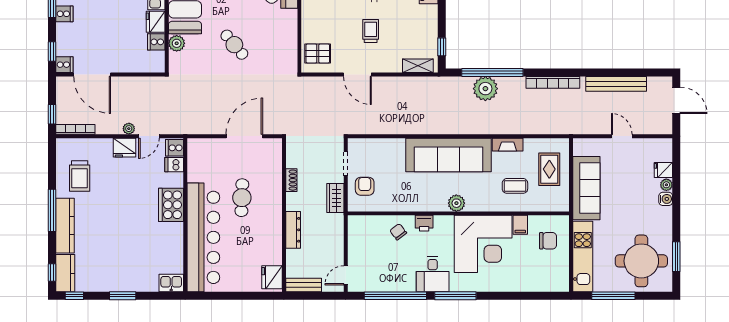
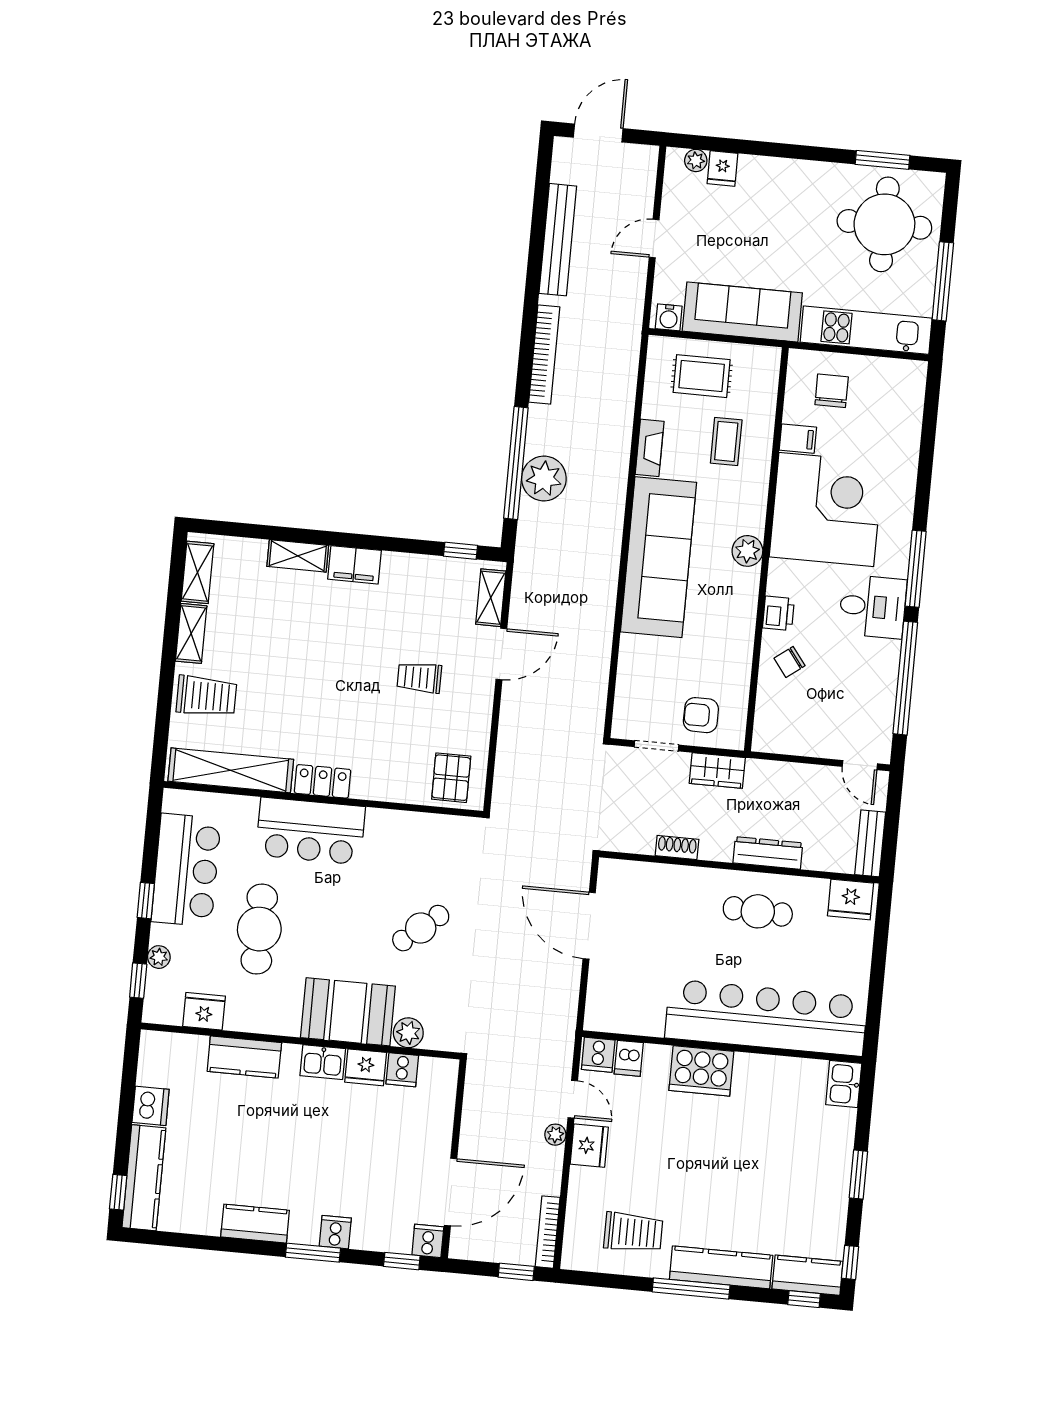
door: (357, 75) -> (501, 654), moved
plant: (666, 185) -> (696, 160), moved
cafe table: (242, 198) -> (758, 911), moved
water cooler: (666, 199) -> (669, 317), moved, turned 180

